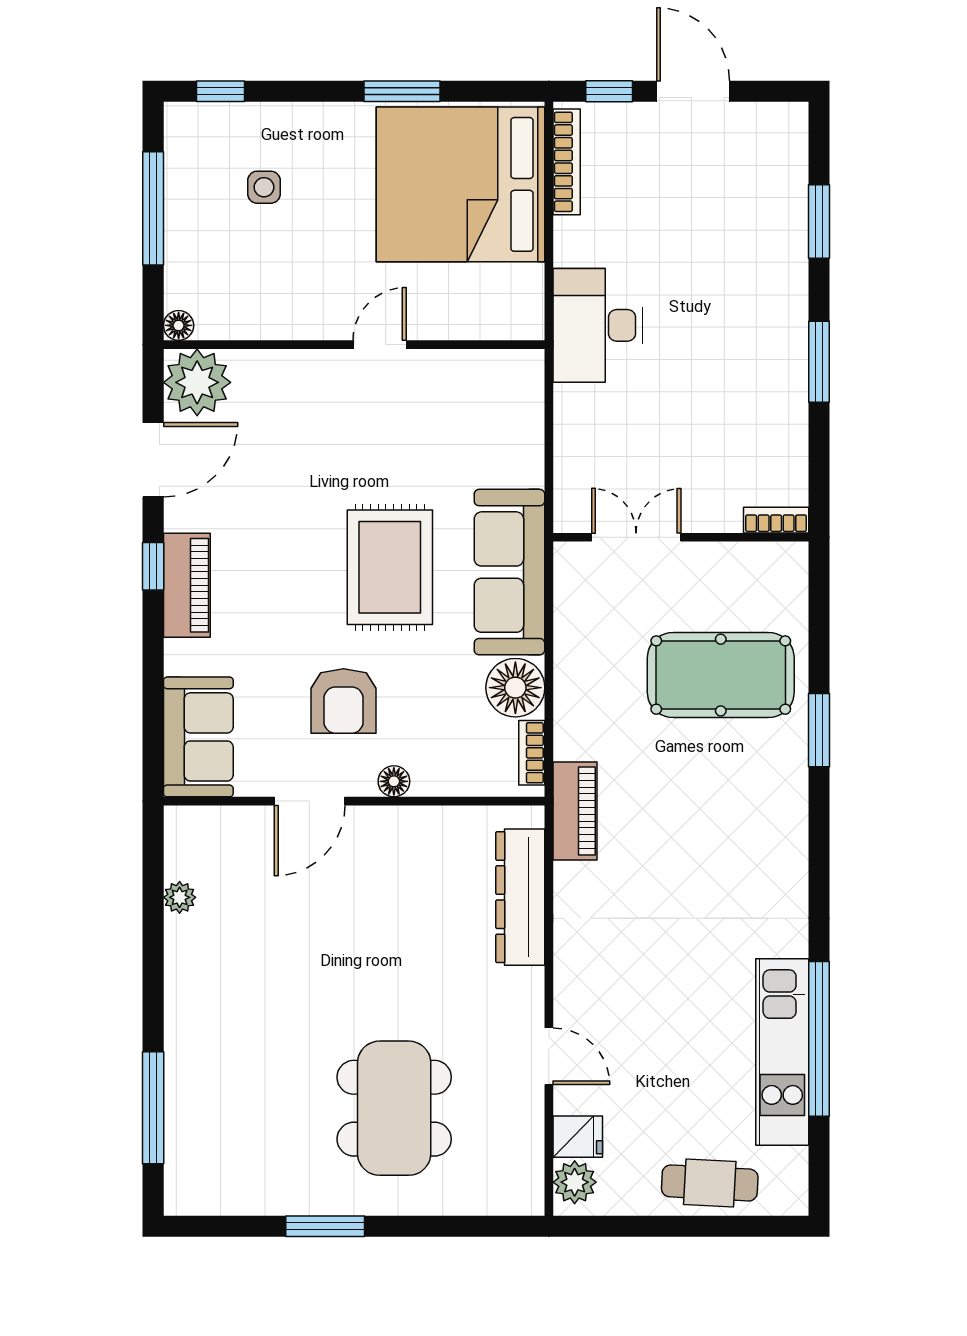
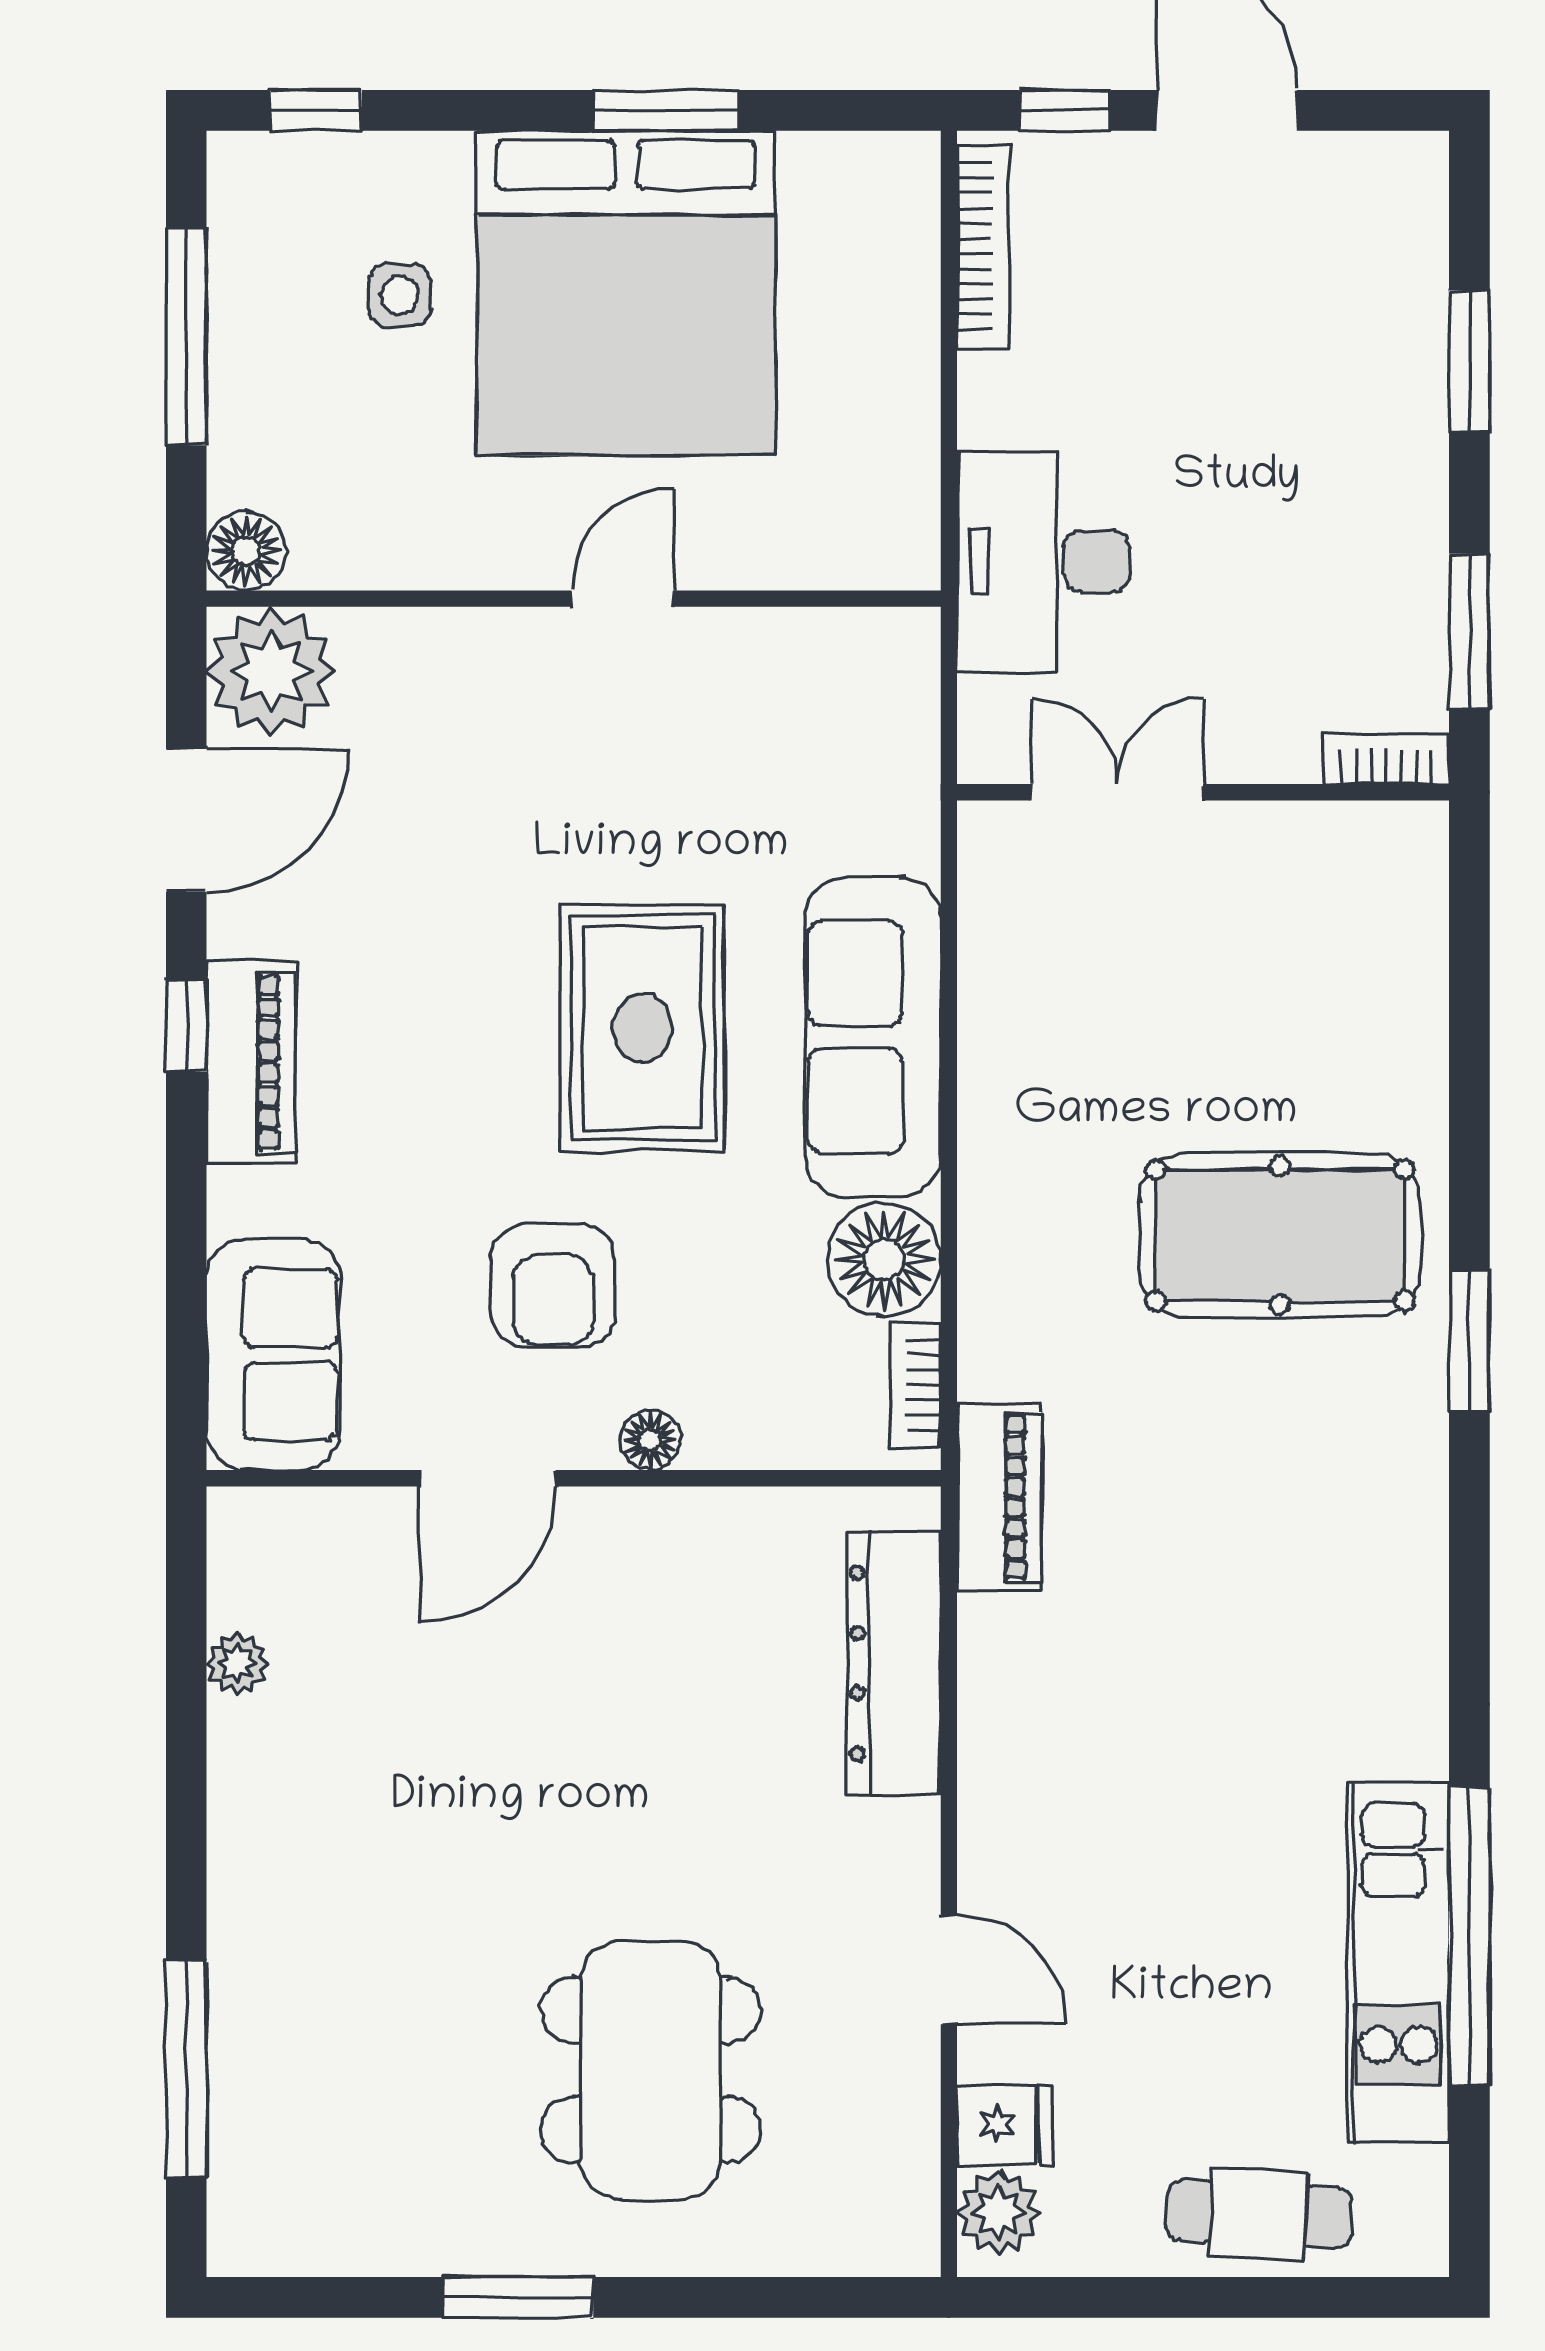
bed: (460, 184) -> (626, 293), moved, turned -90
floor lamp: (179, 325) -> (246, 551), width x1.37, depth x1.37
bookcase: (776, 520) -> (1387, 759), moved
double door: (636, 537) -> (1117, 792), moved
wall: (681, 537) -> (1203, 792), moved

